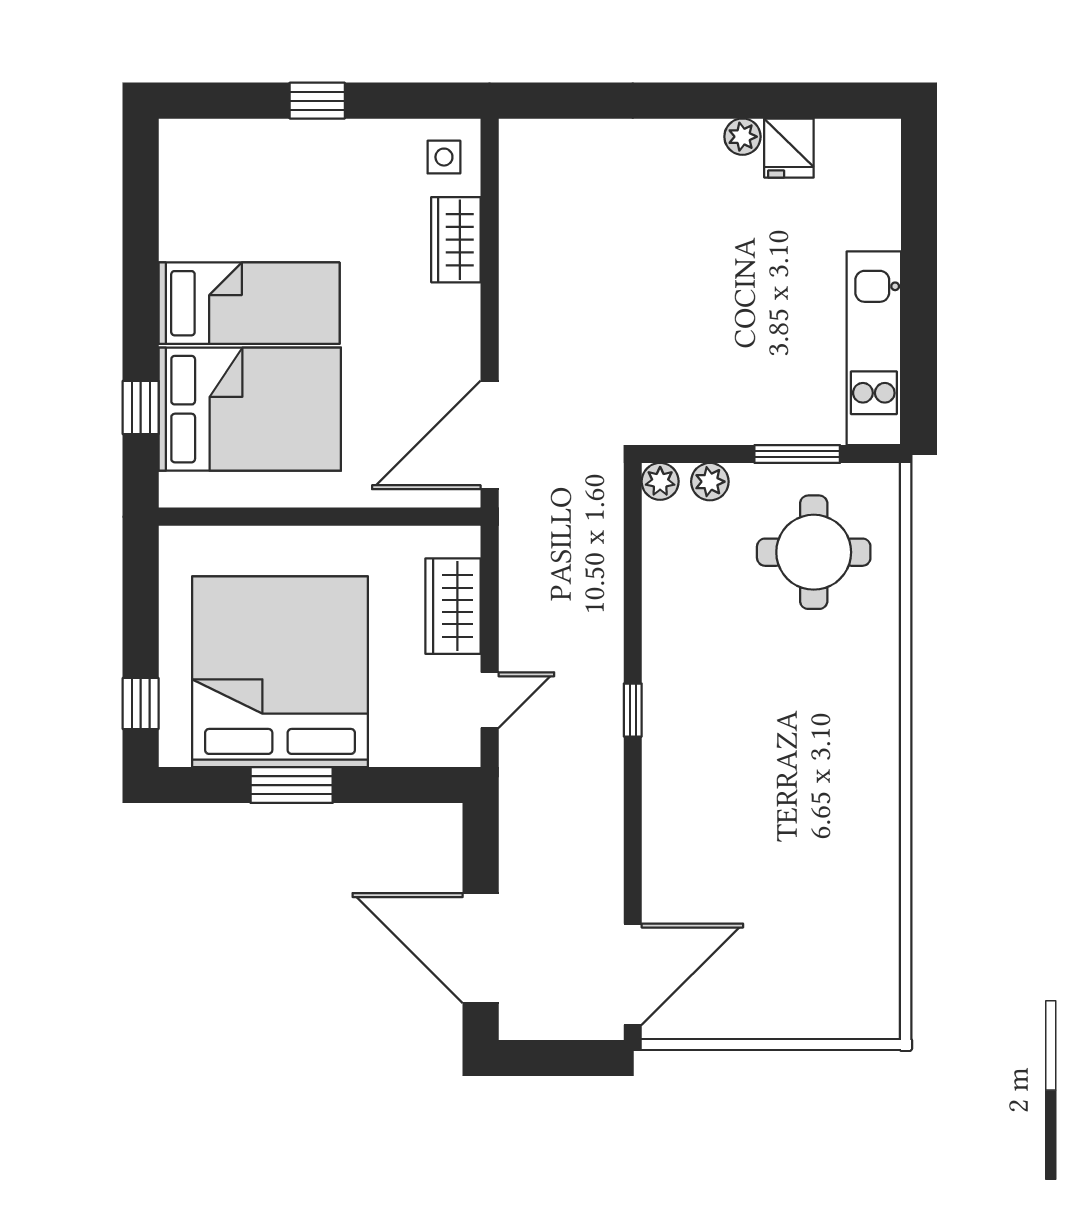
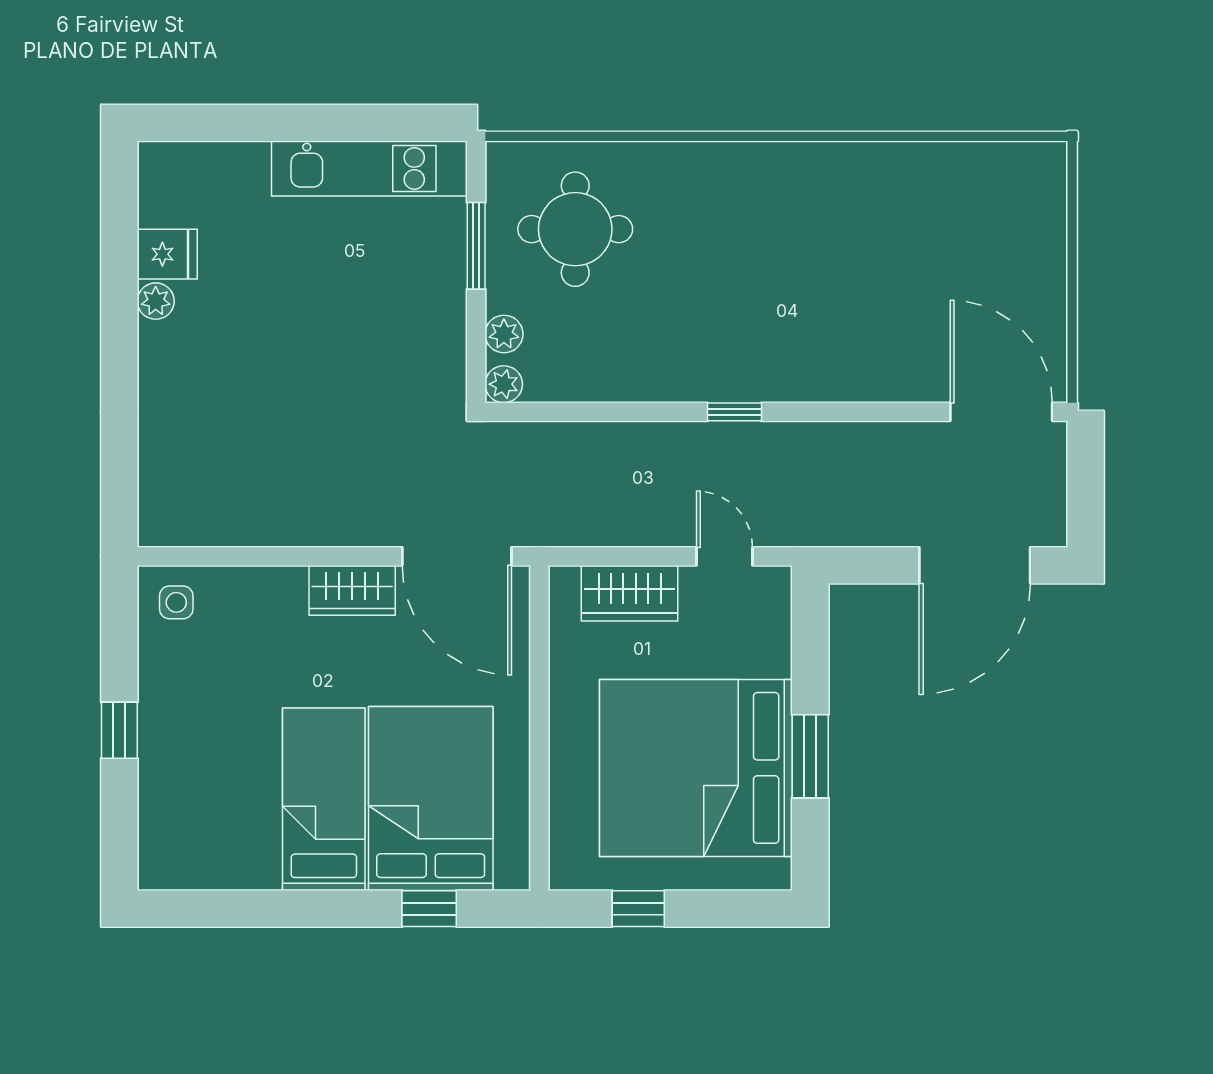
wardrobe: (456, 240) -> (352, 590), moved
window: (141, 703) -> (638, 909), moved

